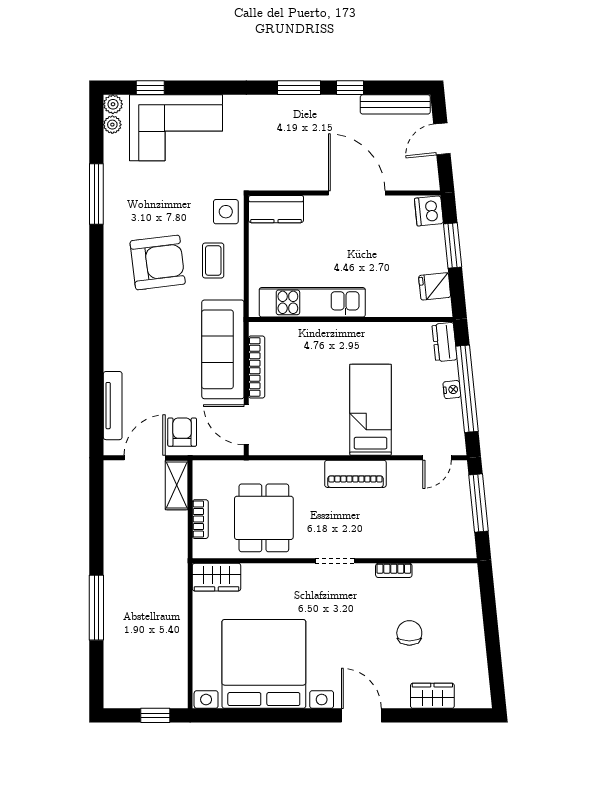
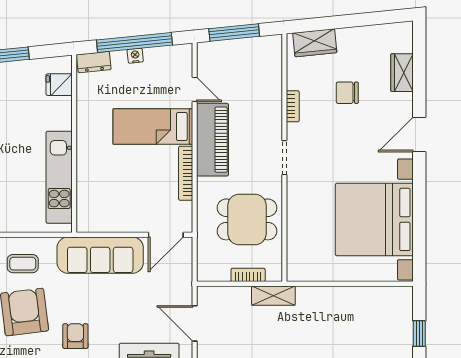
fridge: (435, 286) -> (59, 85), moved, turned 96
bookcase: (257, 367) -> (186, 173), moved, turned -90
armchair: (182, 432) -> (75, 336), moved, turned 90
door: (437, 458) -> (195, 89), moved
piano: (355, 474) -> (213, 140), width x1.37, depth x1.33
shelving: (177, 485) -> (273, 296), moved
wardrobe: (217, 577) -> (315, 43), moved, turned 84
window: (155, 715) -> (419, 333), moved

